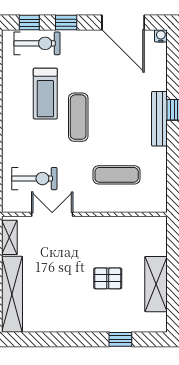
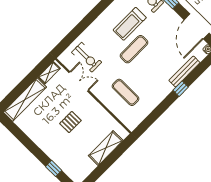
bench: (159, 119) -> (184, 72), moved
pallet: (108, 278) -> (70, 122), moved, turned 90
shelving: (156, 284) -> (106, 148), moved

